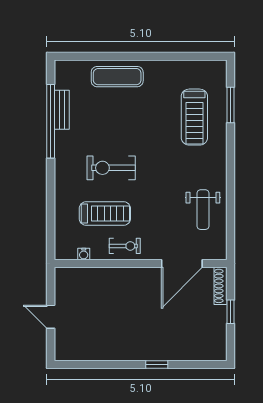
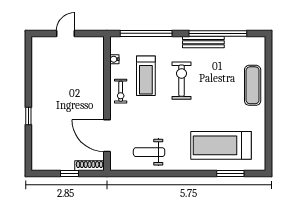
bench: (62, 110) -> (203, 42), moved, width x1.36
treadmill: (194, 117) -> (221, 145), width x1.37, depth x1.38
window: (51, 213) -> (146, 33), added

